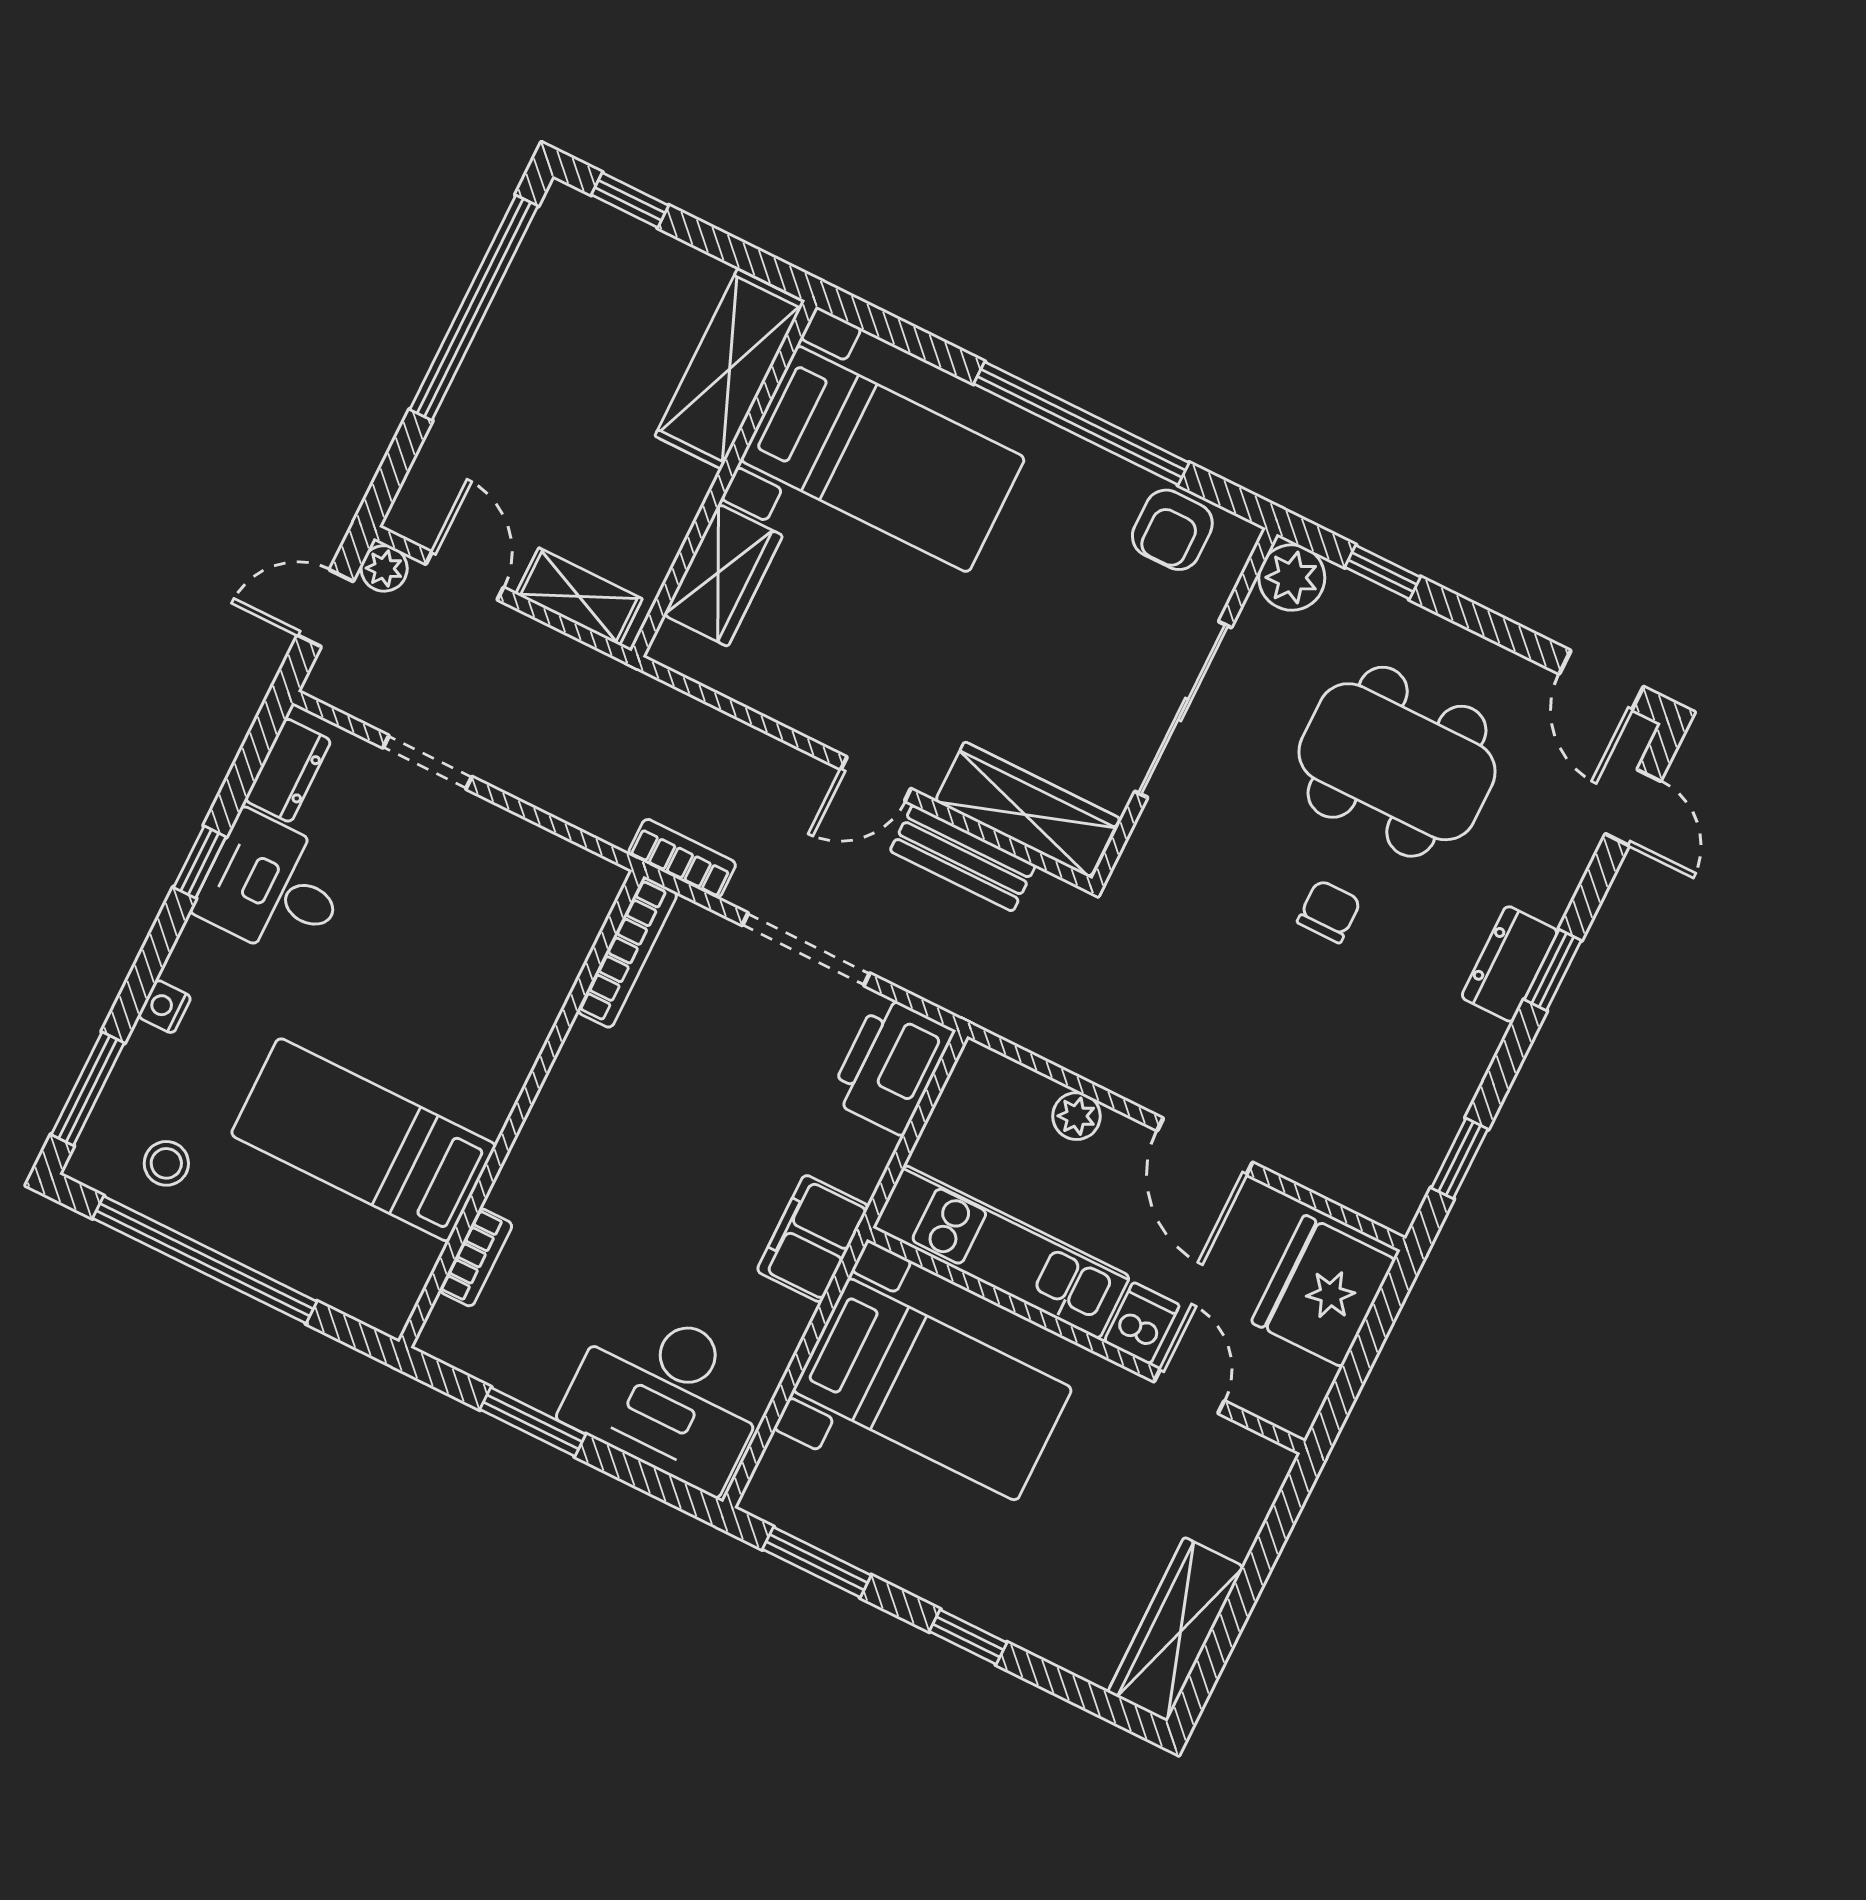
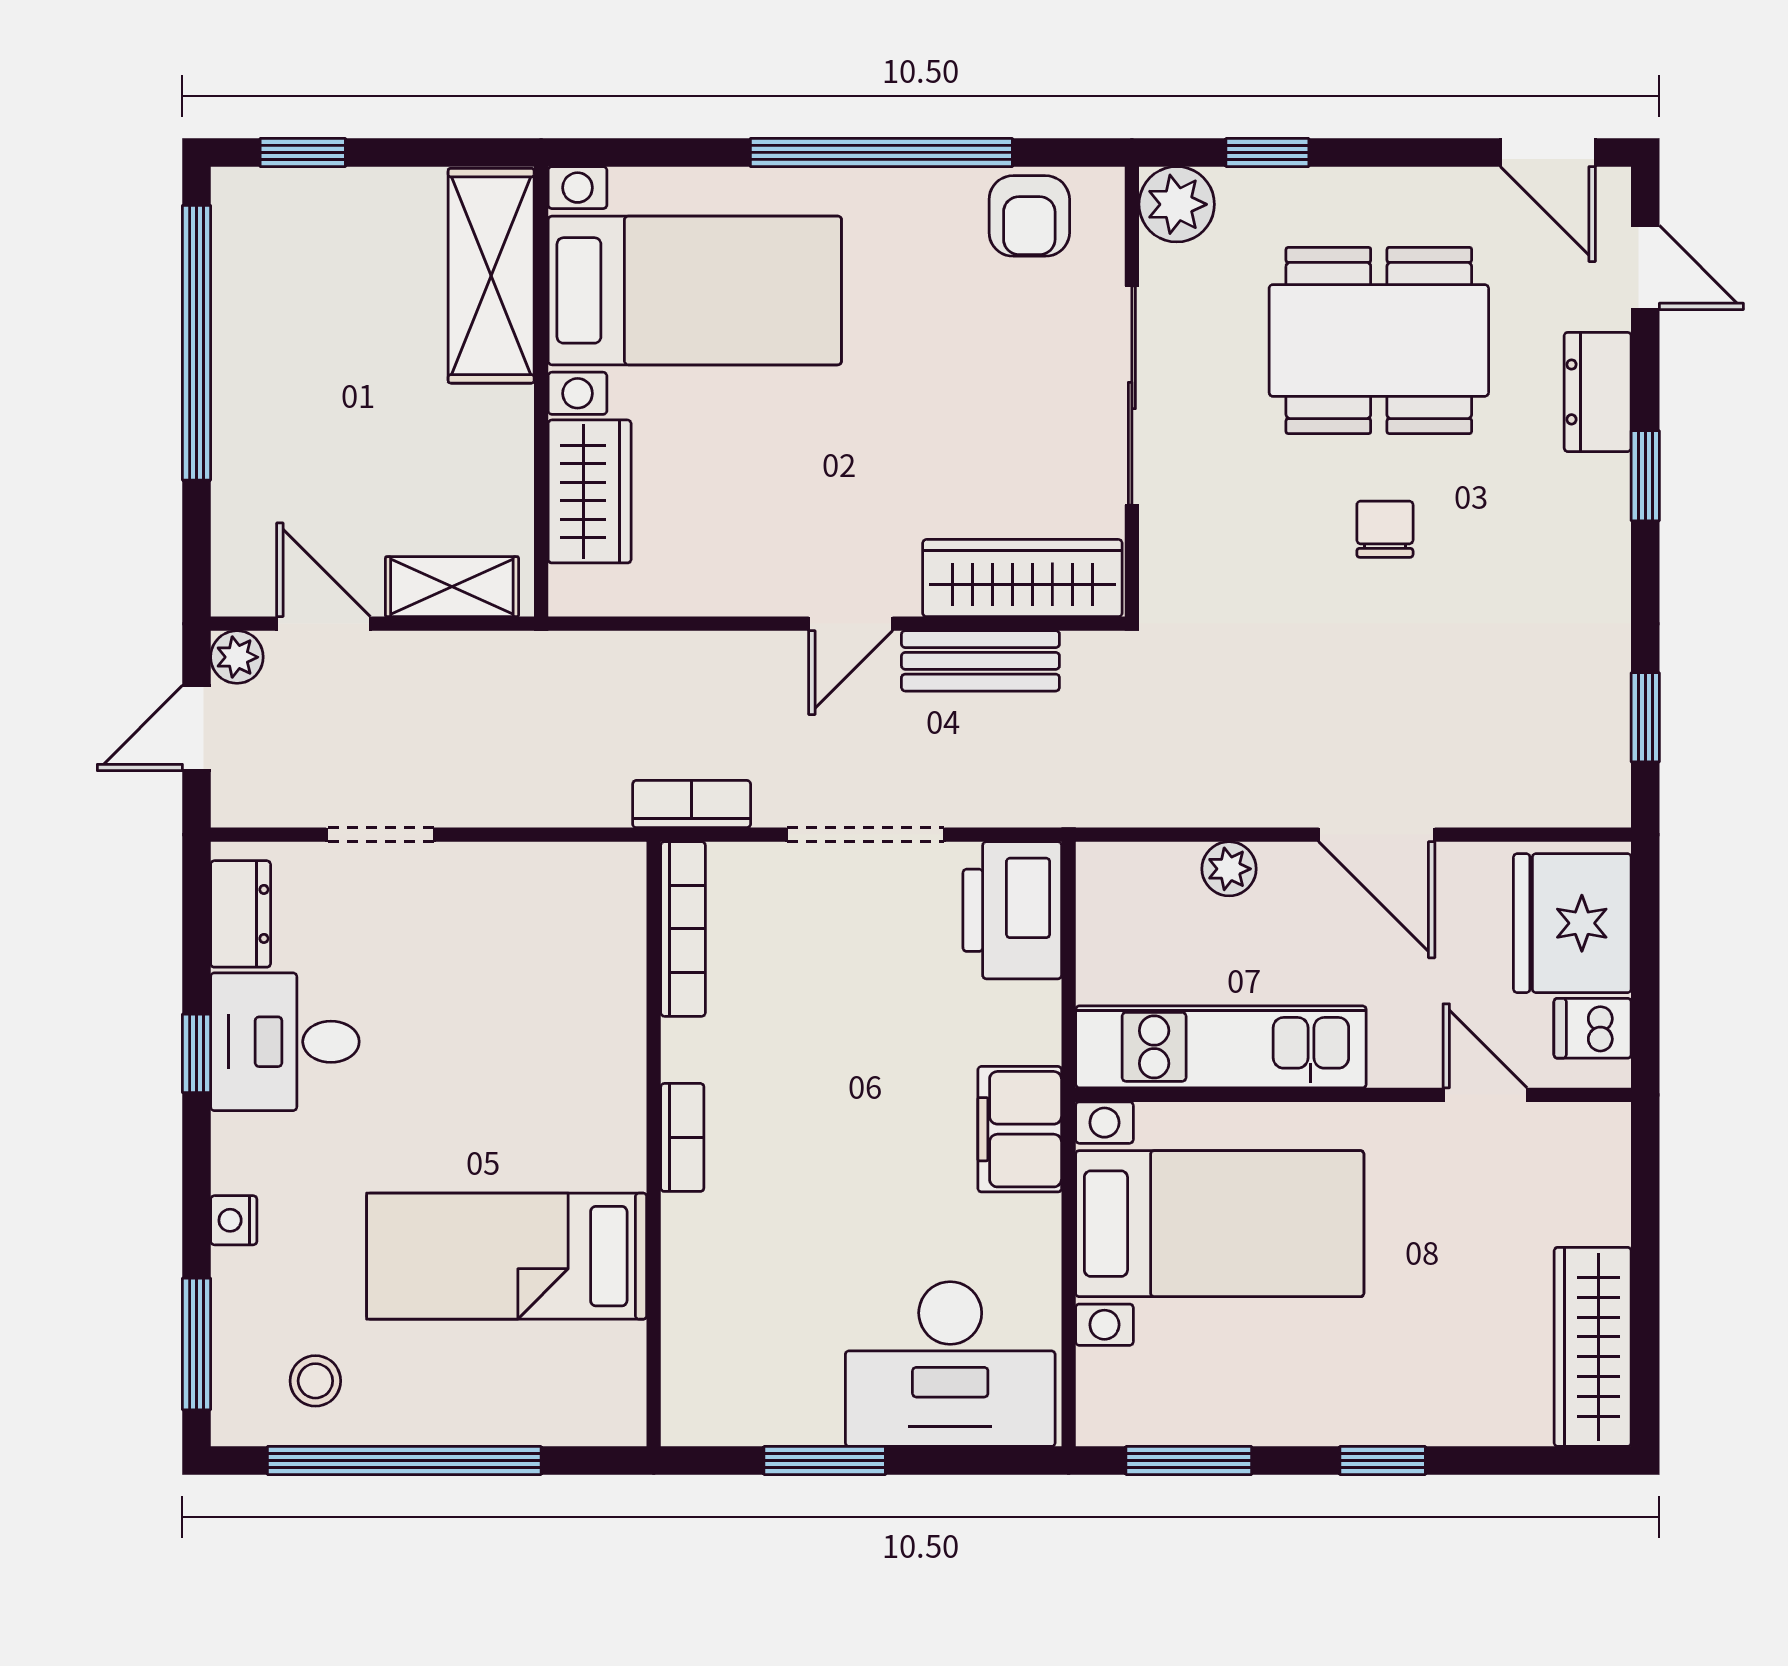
dresser: (1509, 964) -> (1598, 392), moved
bookcase: (476, 1257) -> (682, 1137), moved
dishwasher: (1142, 1323) -> (1593, 1028), moved, turned -90

